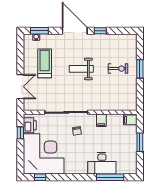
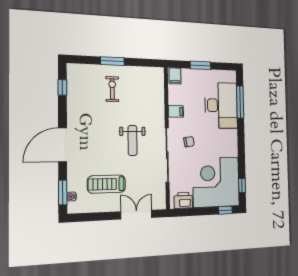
window: (100, 31) -> (62, 87), moved
weight bench: (81, 69) -> (133, 140), moved
window: (20, 133) -> (225, 210), moved
desk: (102, 163) -> (221, 105), width x1.36, depth x1.30

